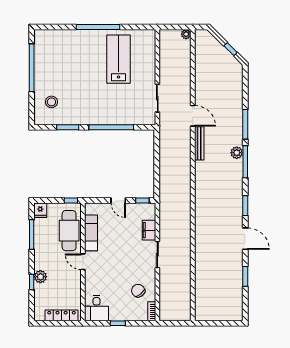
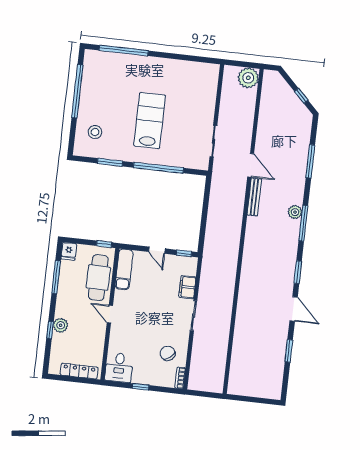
window: (98, 27) -> (124, 51), moved
plant: (186, 34) -> (248, 78), width x1.87, depth x1.87
lab bench: (118, 59) -> (150, 121), moved
window: (245, 124) -> (310, 161), moved
exam couch: (91, 233) -> (124, 269), moved

